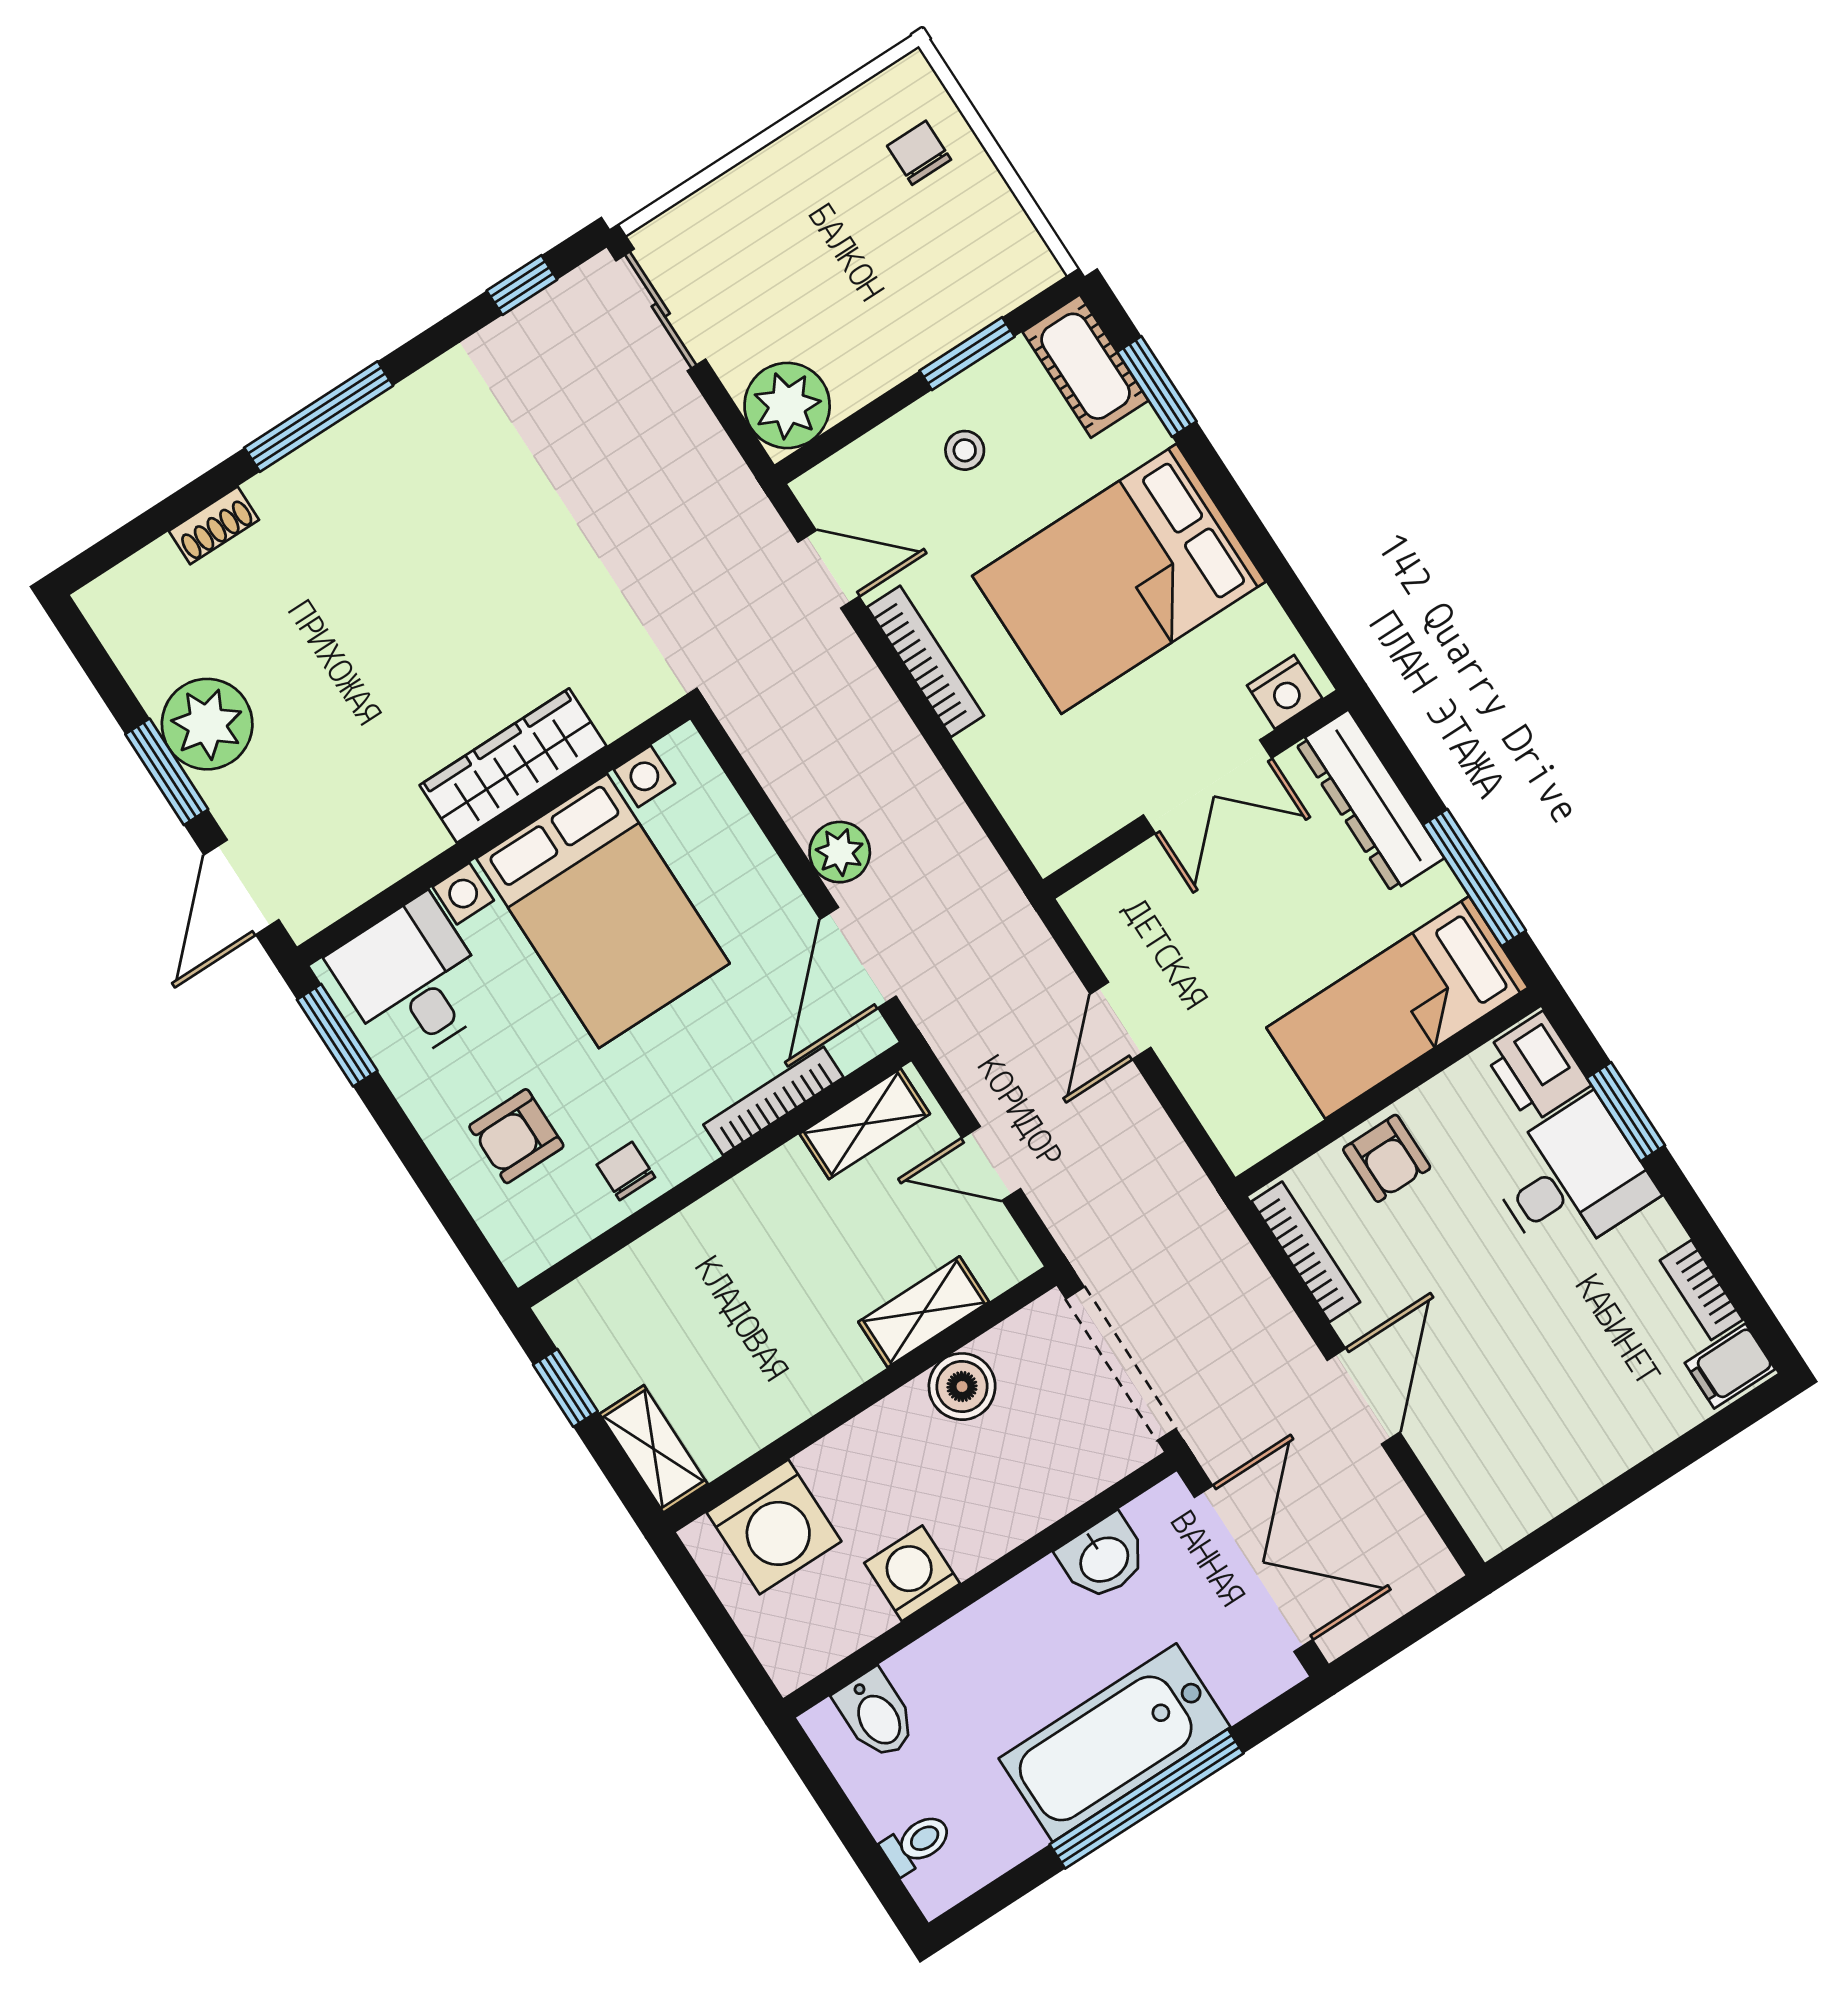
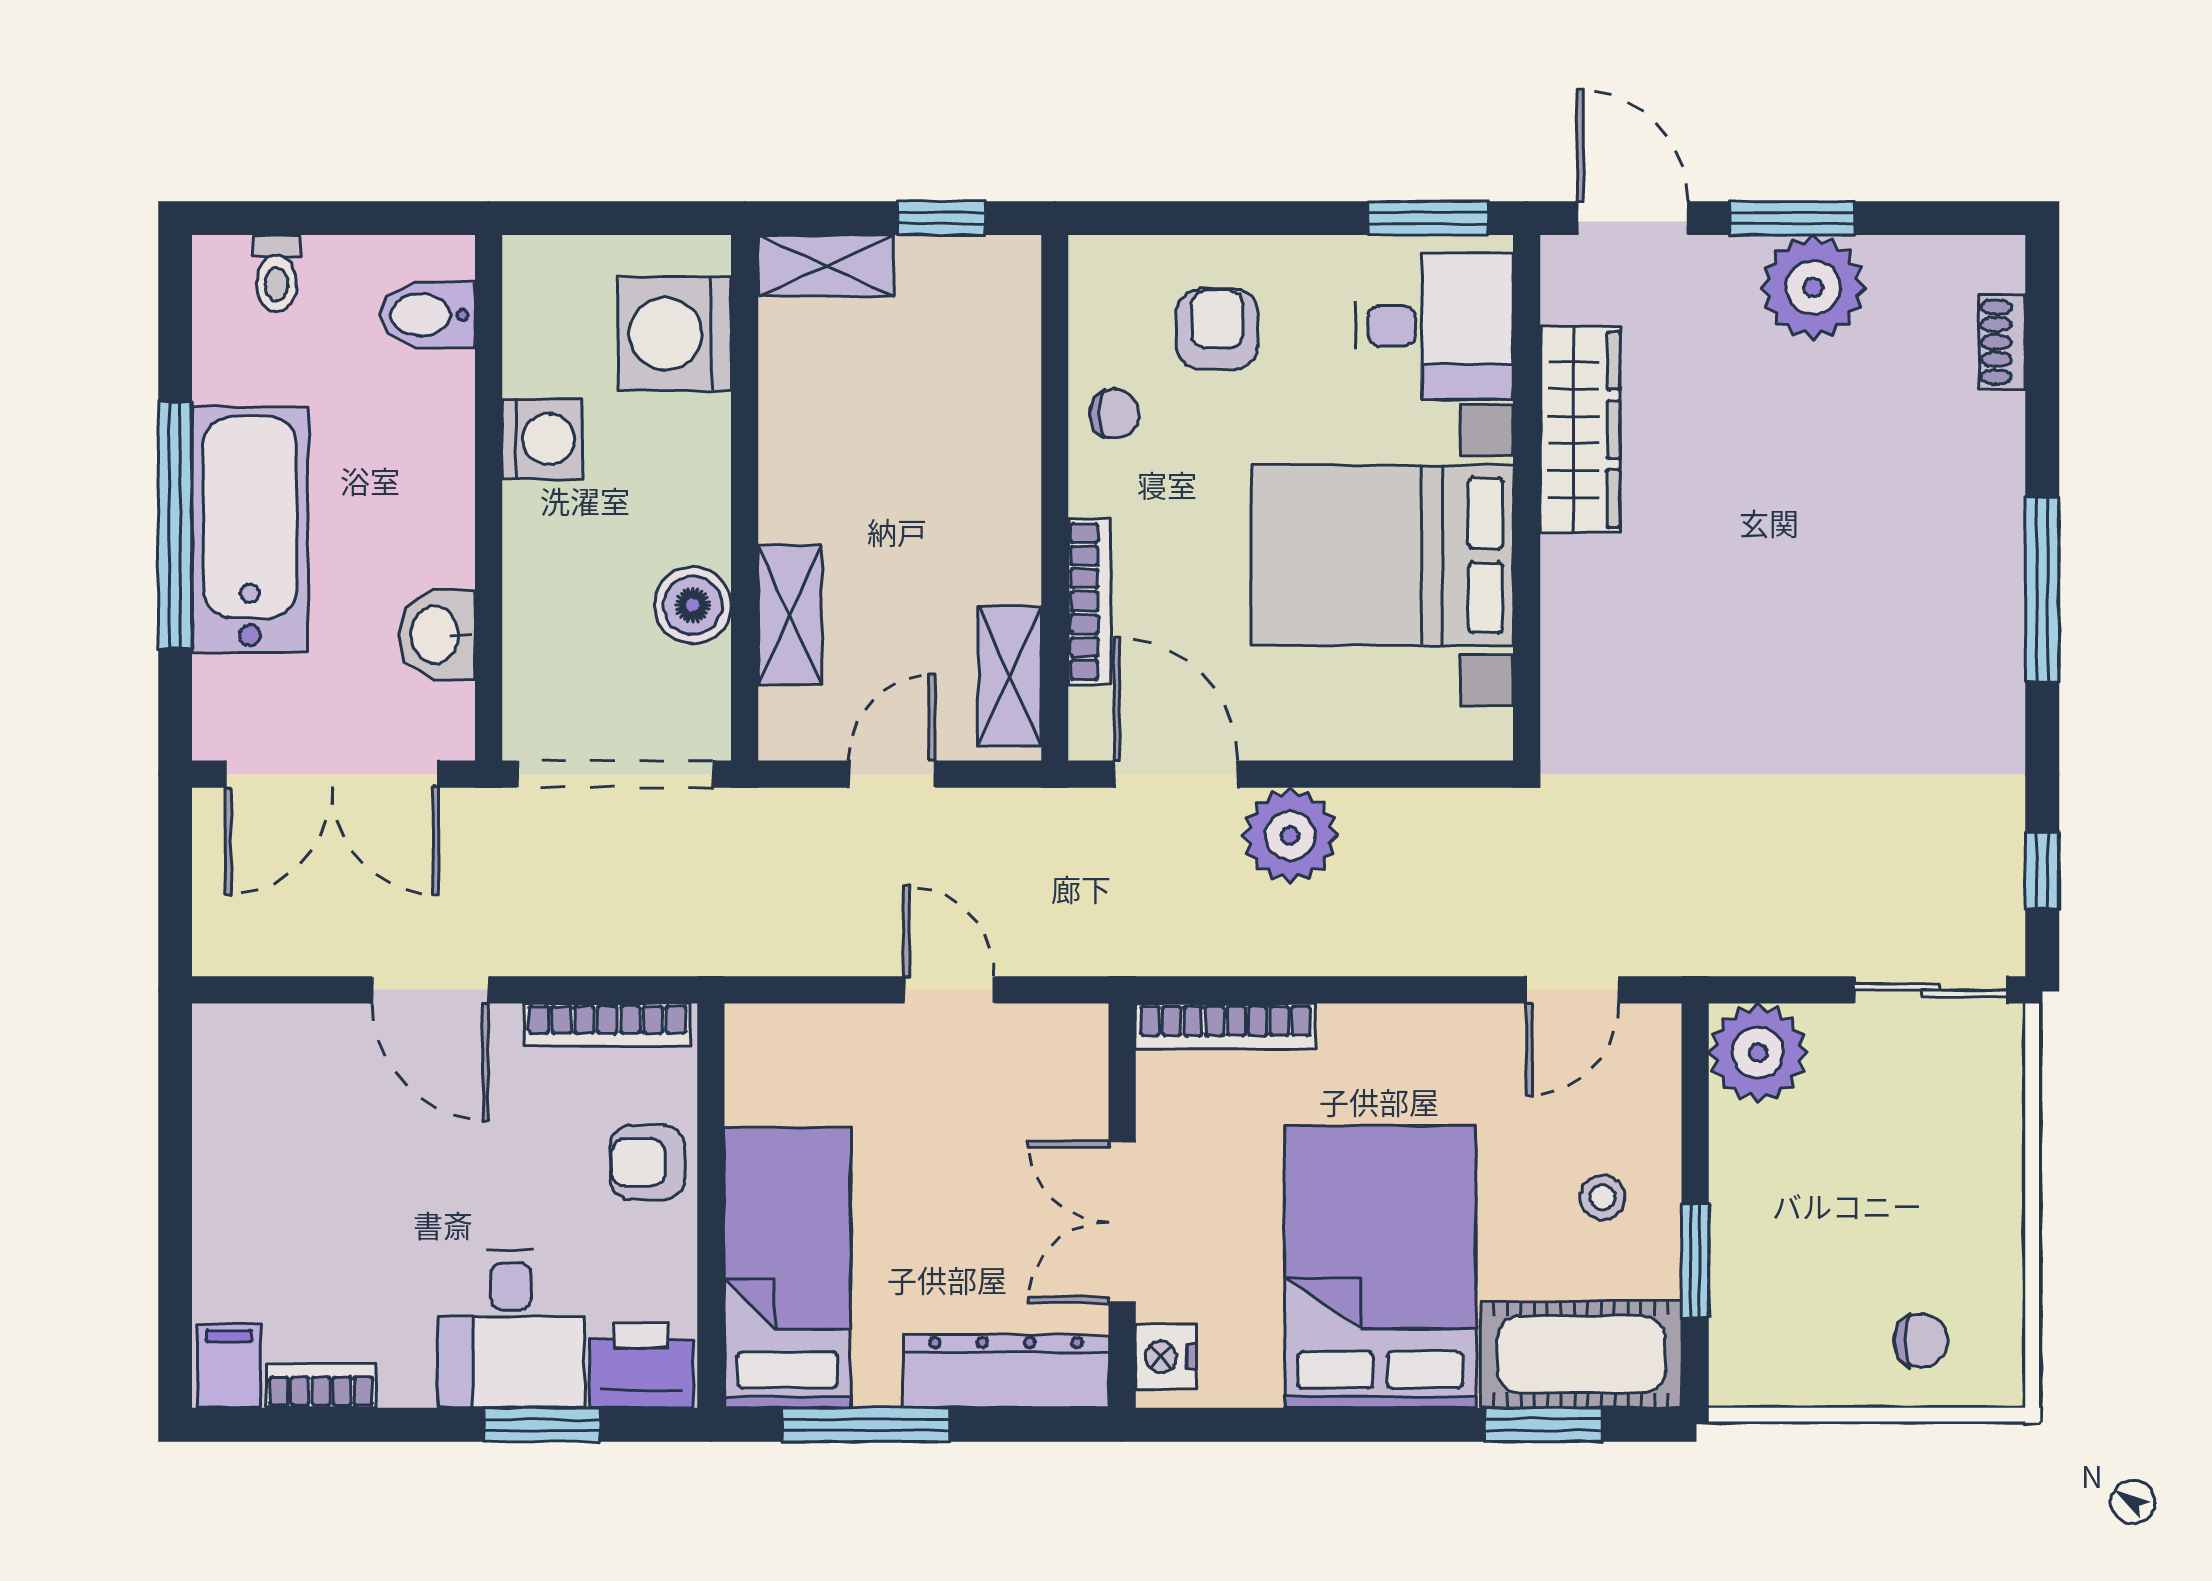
cot: (1085, 366) -> (1581, 1354), width x1.37, depth x1.34
shoe rack: (214, 525) -> (2002, 342), moved
bookcase: (925, 661) -> (1225, 1026), moved
wardrobe: (513, 766) -> (1580, 430), moved
plant: (840, 852) -> (1290, 835), width x1.36, depth x1.36

